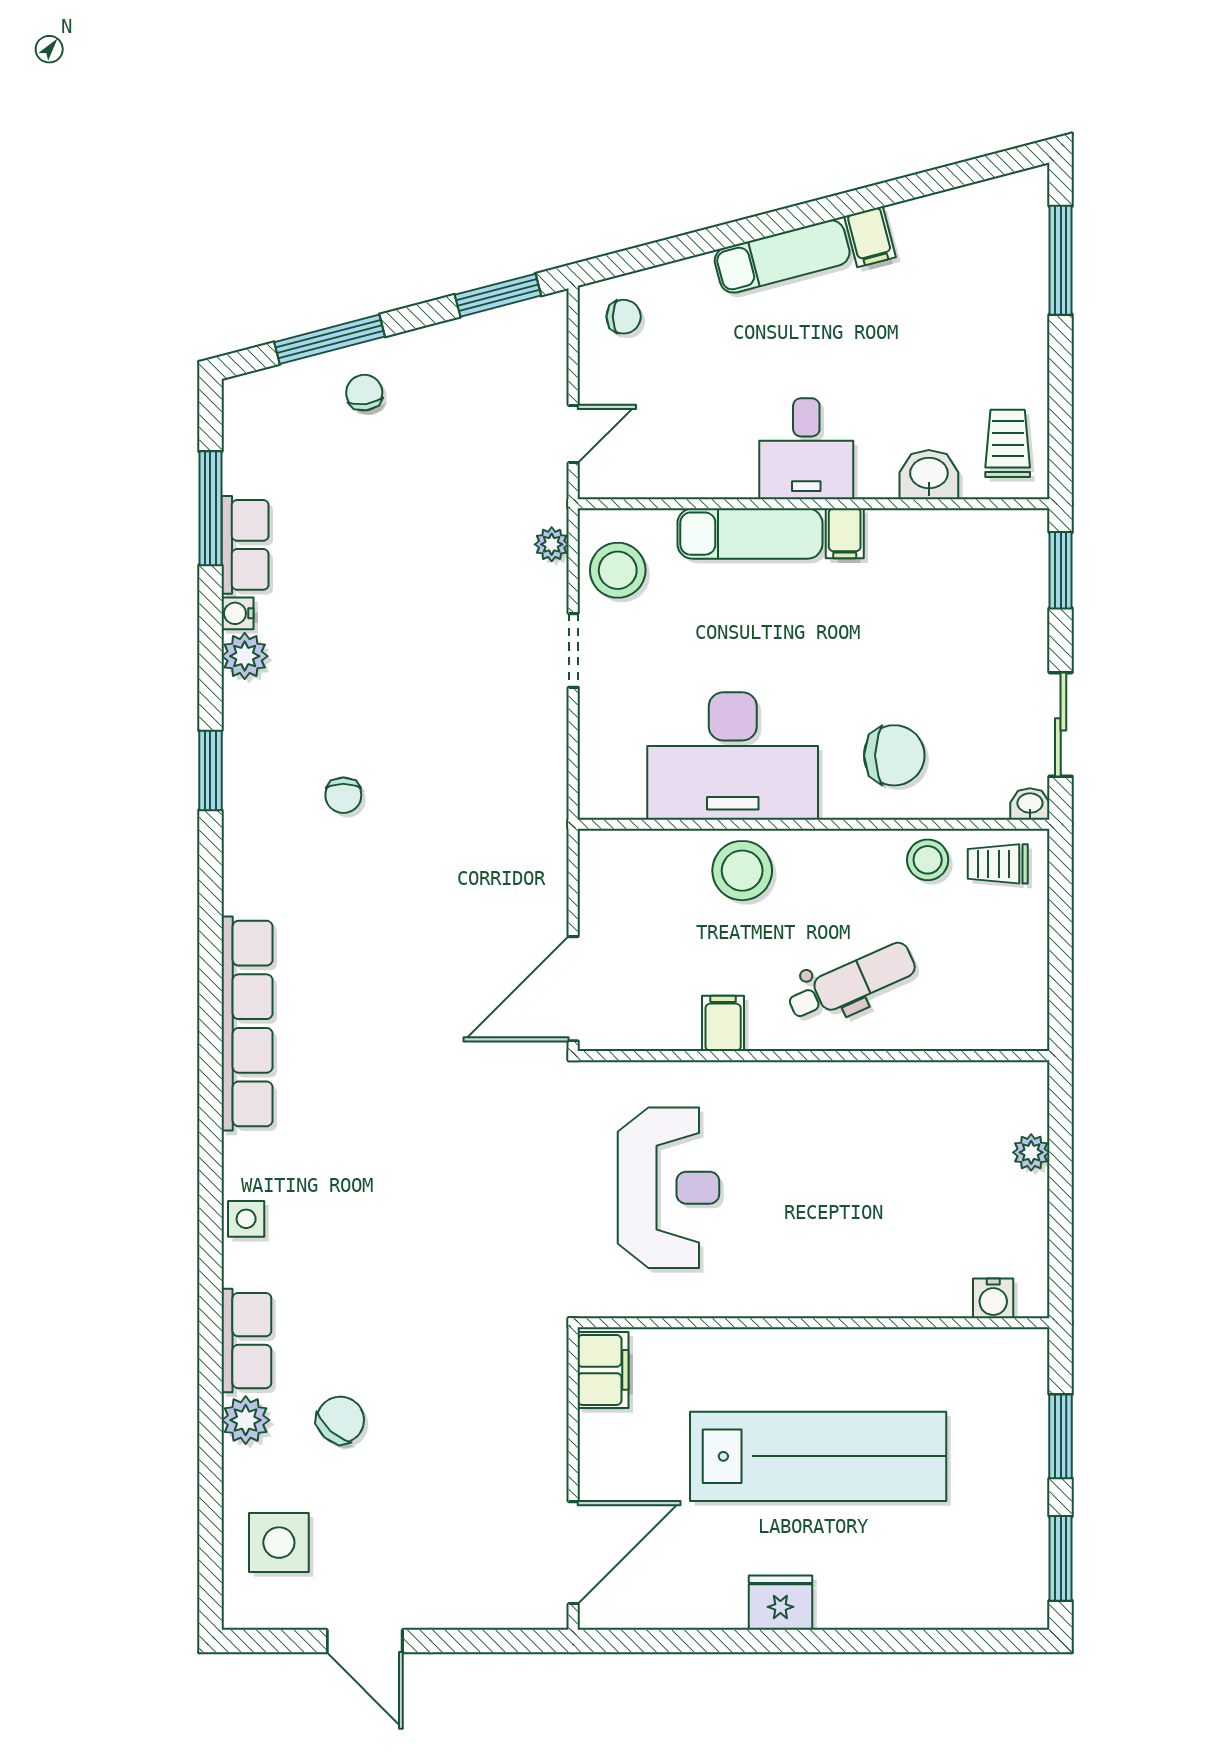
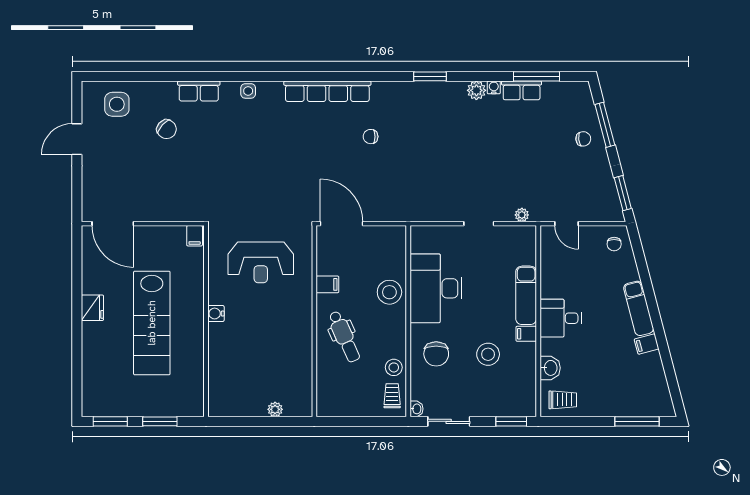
stool: (618, 570) -> (488, 354), moved
chair: (343, 795) -> (371, 137), moved
water cooler: (993, 1298) -> (216, 314), moved
filing cabinet: (603, 1370) -> (195, 236), width x0.50
plant: (246, 1420) -> (167, 91), removed

